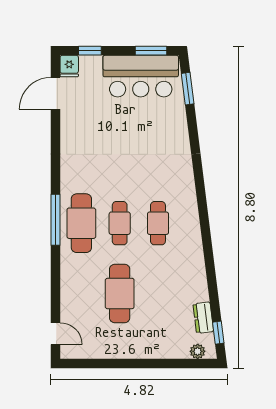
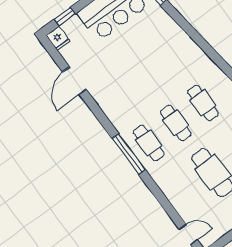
door: (56, 93) -> (74, 81), moved
cafe table: (81, 223) -> (149, 143), width x0.73, depth x0.74

